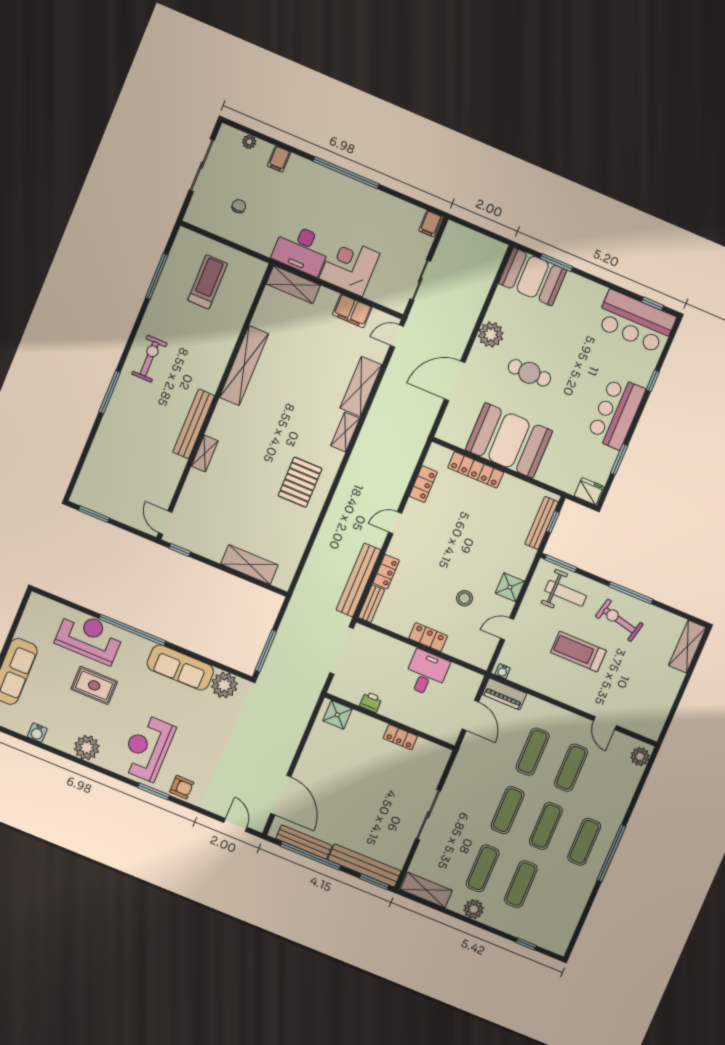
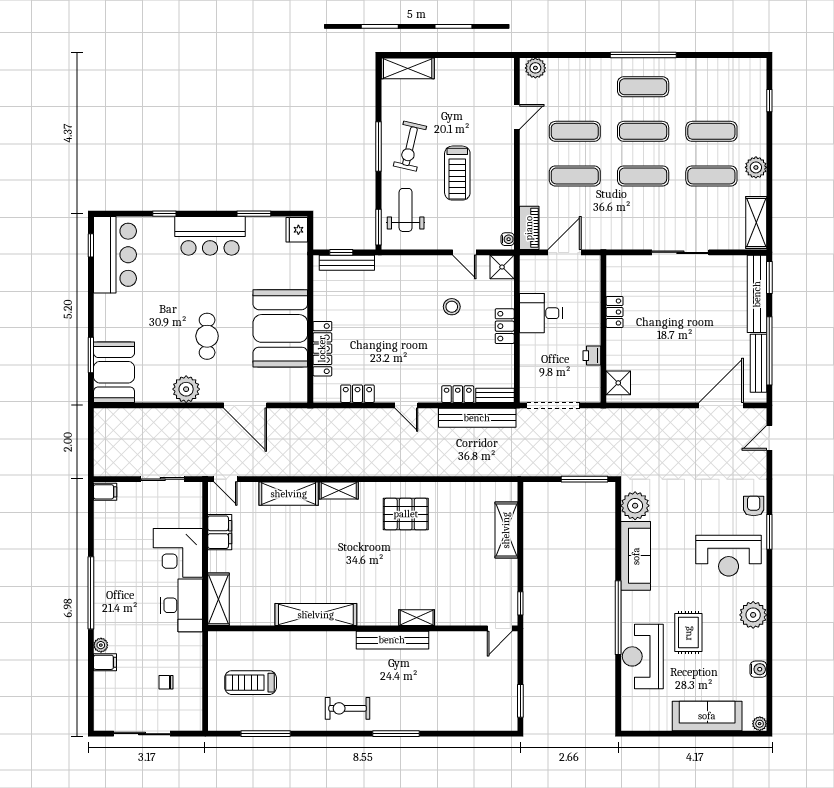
plant: (249, 142) -> (101, 645), moved
shower: (510, 587) -> (502, 267), moved

